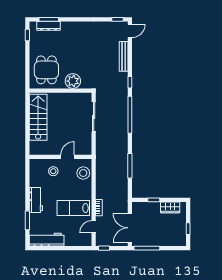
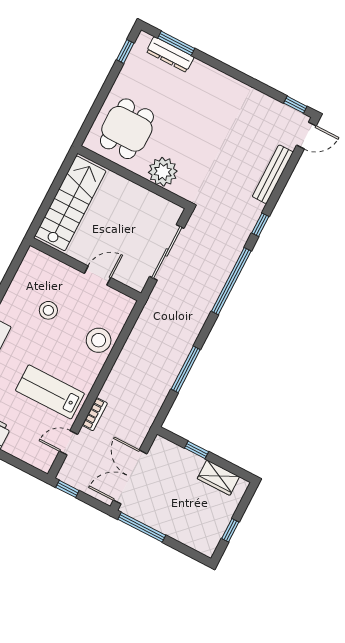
wall: (61, 157) -> (85, 269), moved
door: (68, 157) -> (98, 276), moved

